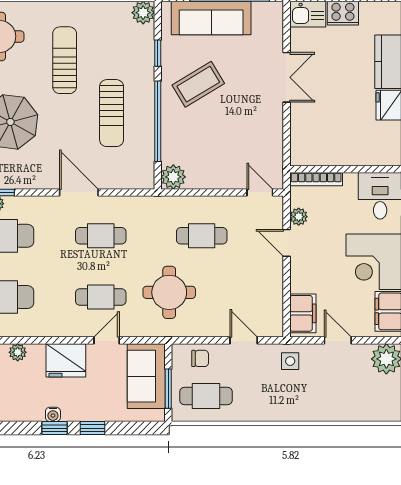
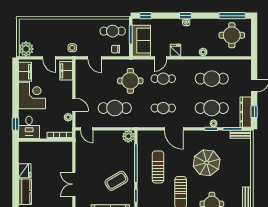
cafe table: (202, 236) -> (115, 108), width x1.37, depth x1.35
fridge: (66, 360) -> (176, 50), width x0.53, depth x0.75
window: (92, 428) -> (145, 16), moved

